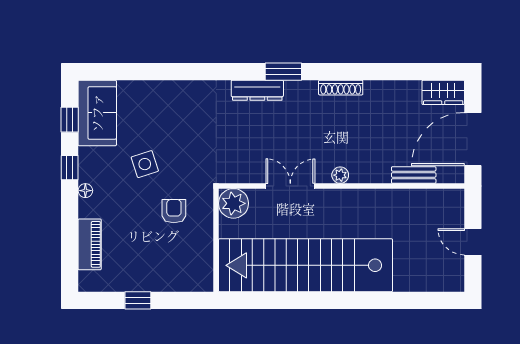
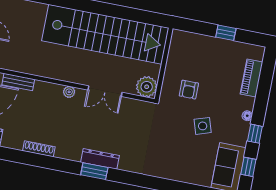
shoe rack: (341, 88) -> (39, 149), moved
dresser: (257, 90) -> (100, 159), moved

